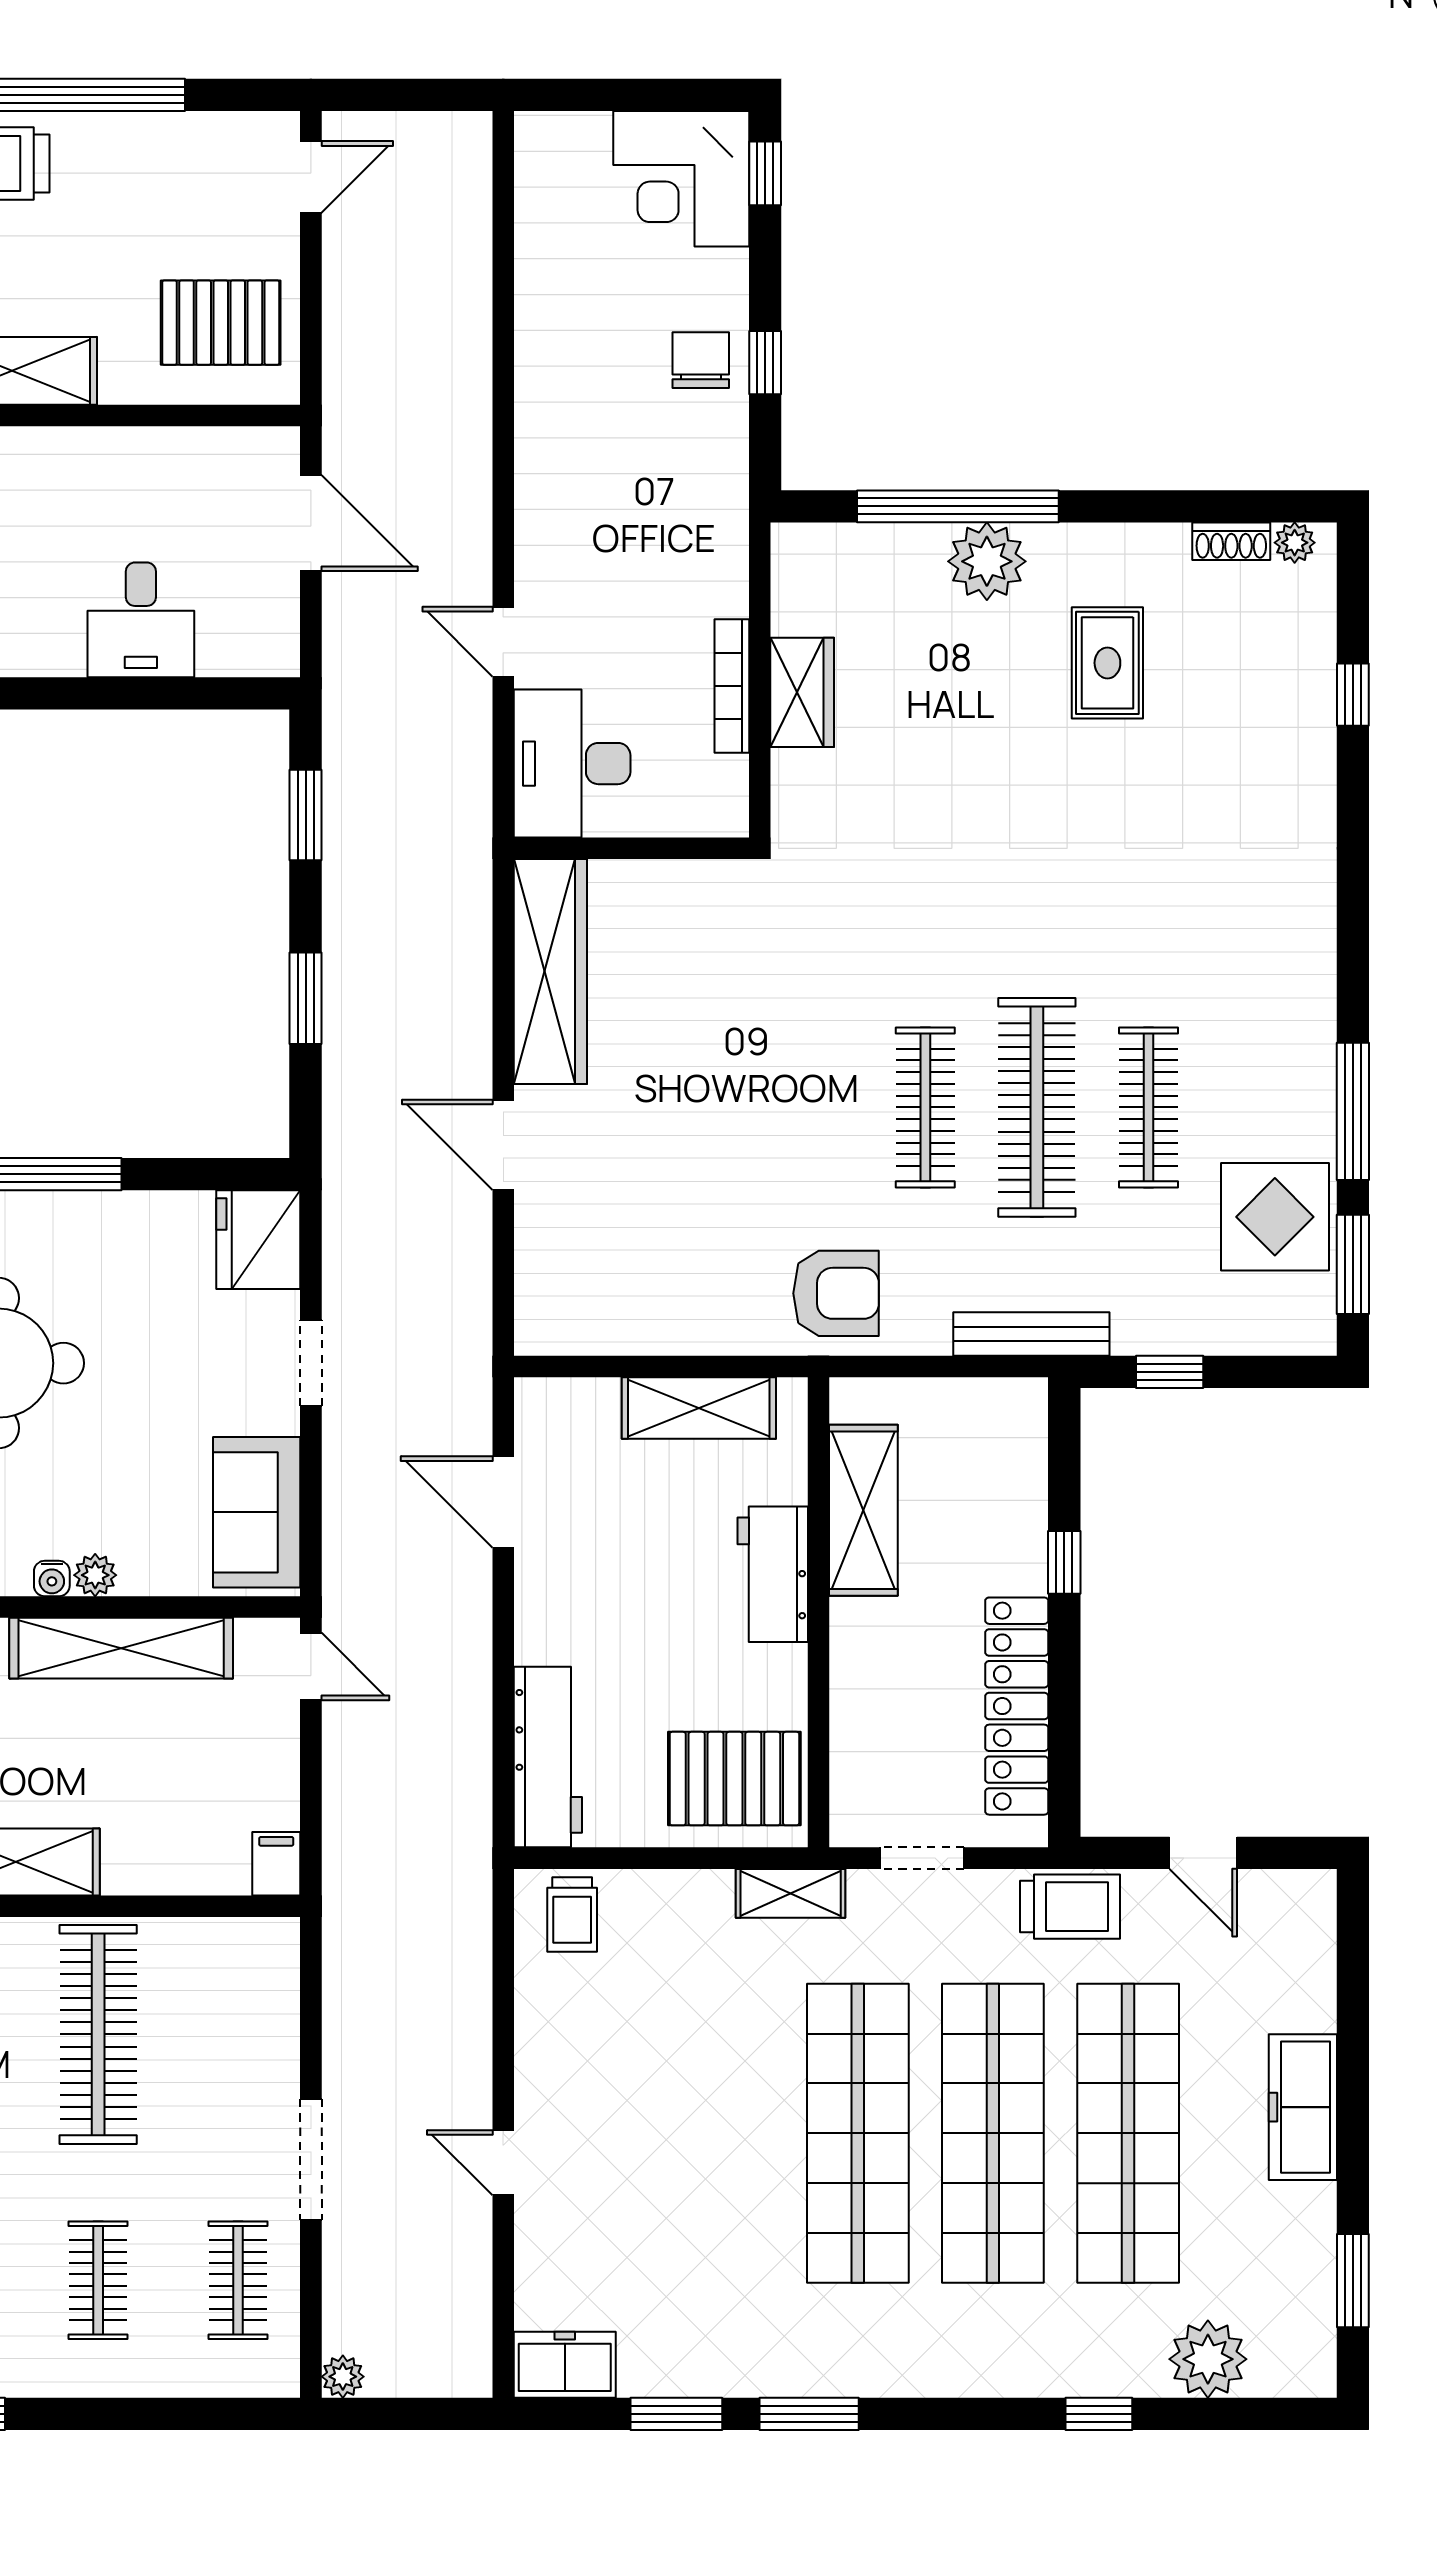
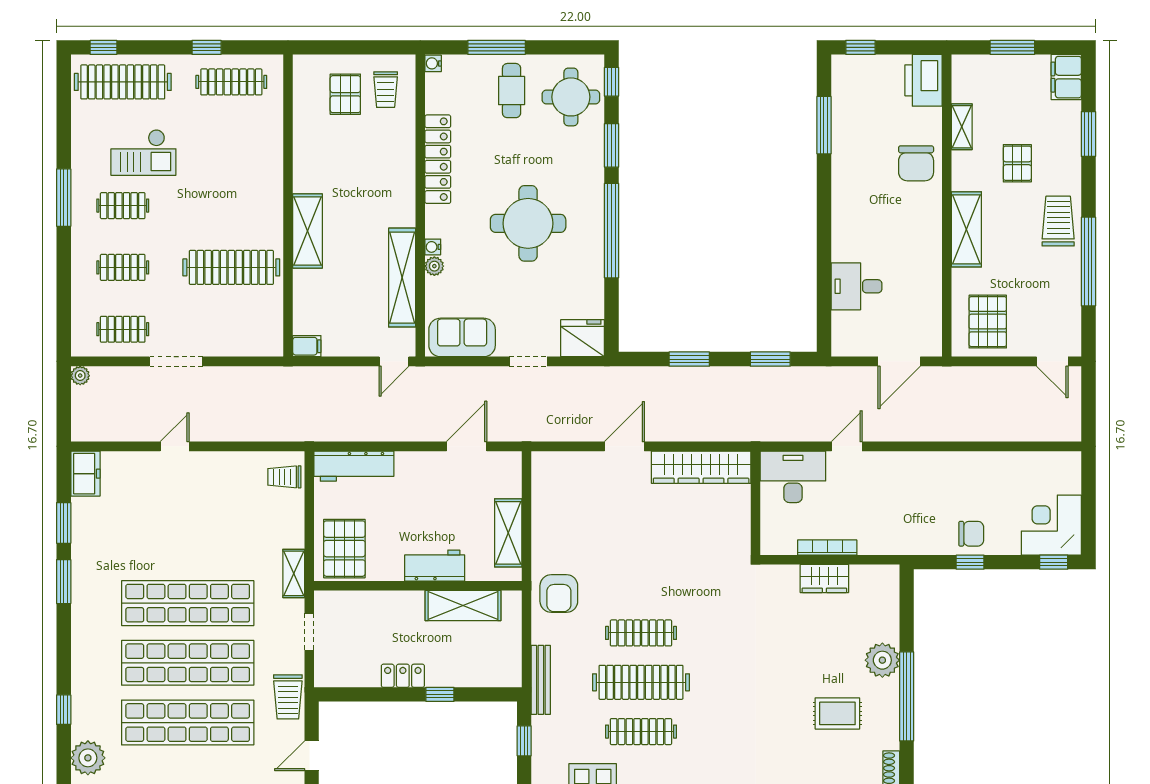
window: (958, 506) -> (907, 696), moved
locker: (1017, 1706) -> (403, 676), width x0.46, depth x0.83

